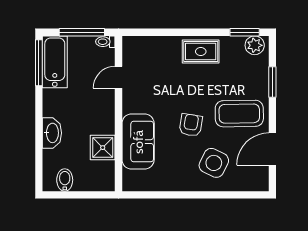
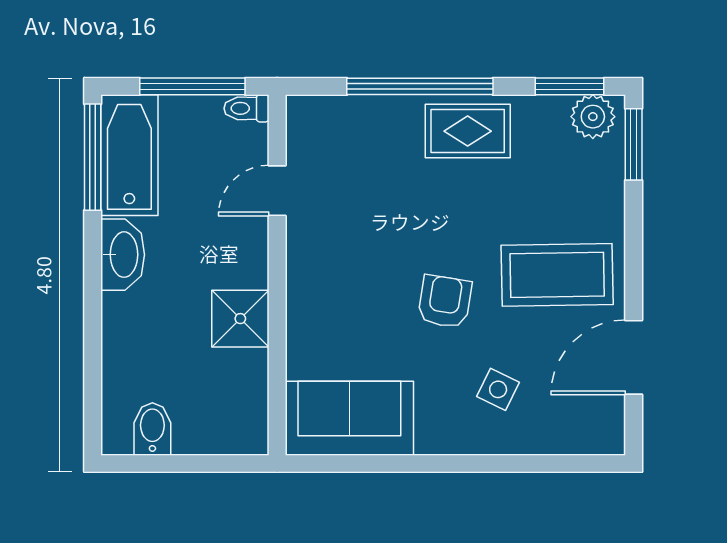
window: (180, 32) -> (420, 86), added
window: (272, 82) -> (634, 144), moved
washbasin: (52, 133) -> (123, 255), moved
sofa: (138, 142) -> (349, 418), moved, turned -90
shower: (103, 148) -> (240, 319), moved
side table: (214, 163) -> (498, 389), width x0.54, depth x0.54

